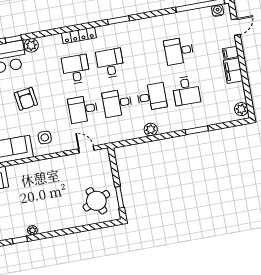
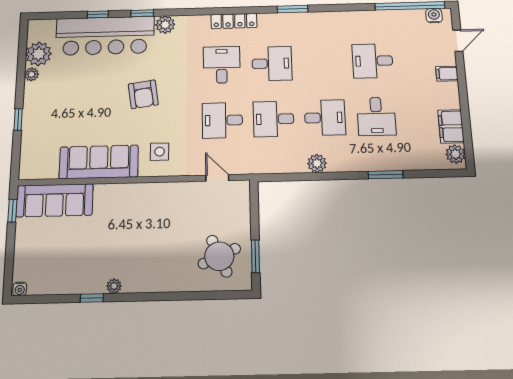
desk: (110, 63) -> (272, 63), turned 90
filing cabinet: (233, 71) -> (451, 126), moved

